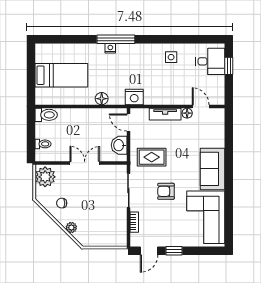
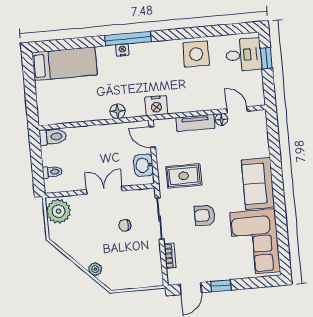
side table: (171, 57) -> (196, 54), width x1.87, depth x1.87
bed: (61, 75) -> (64, 64), moved
chair: (62, 203) -> (125, 225), moved

